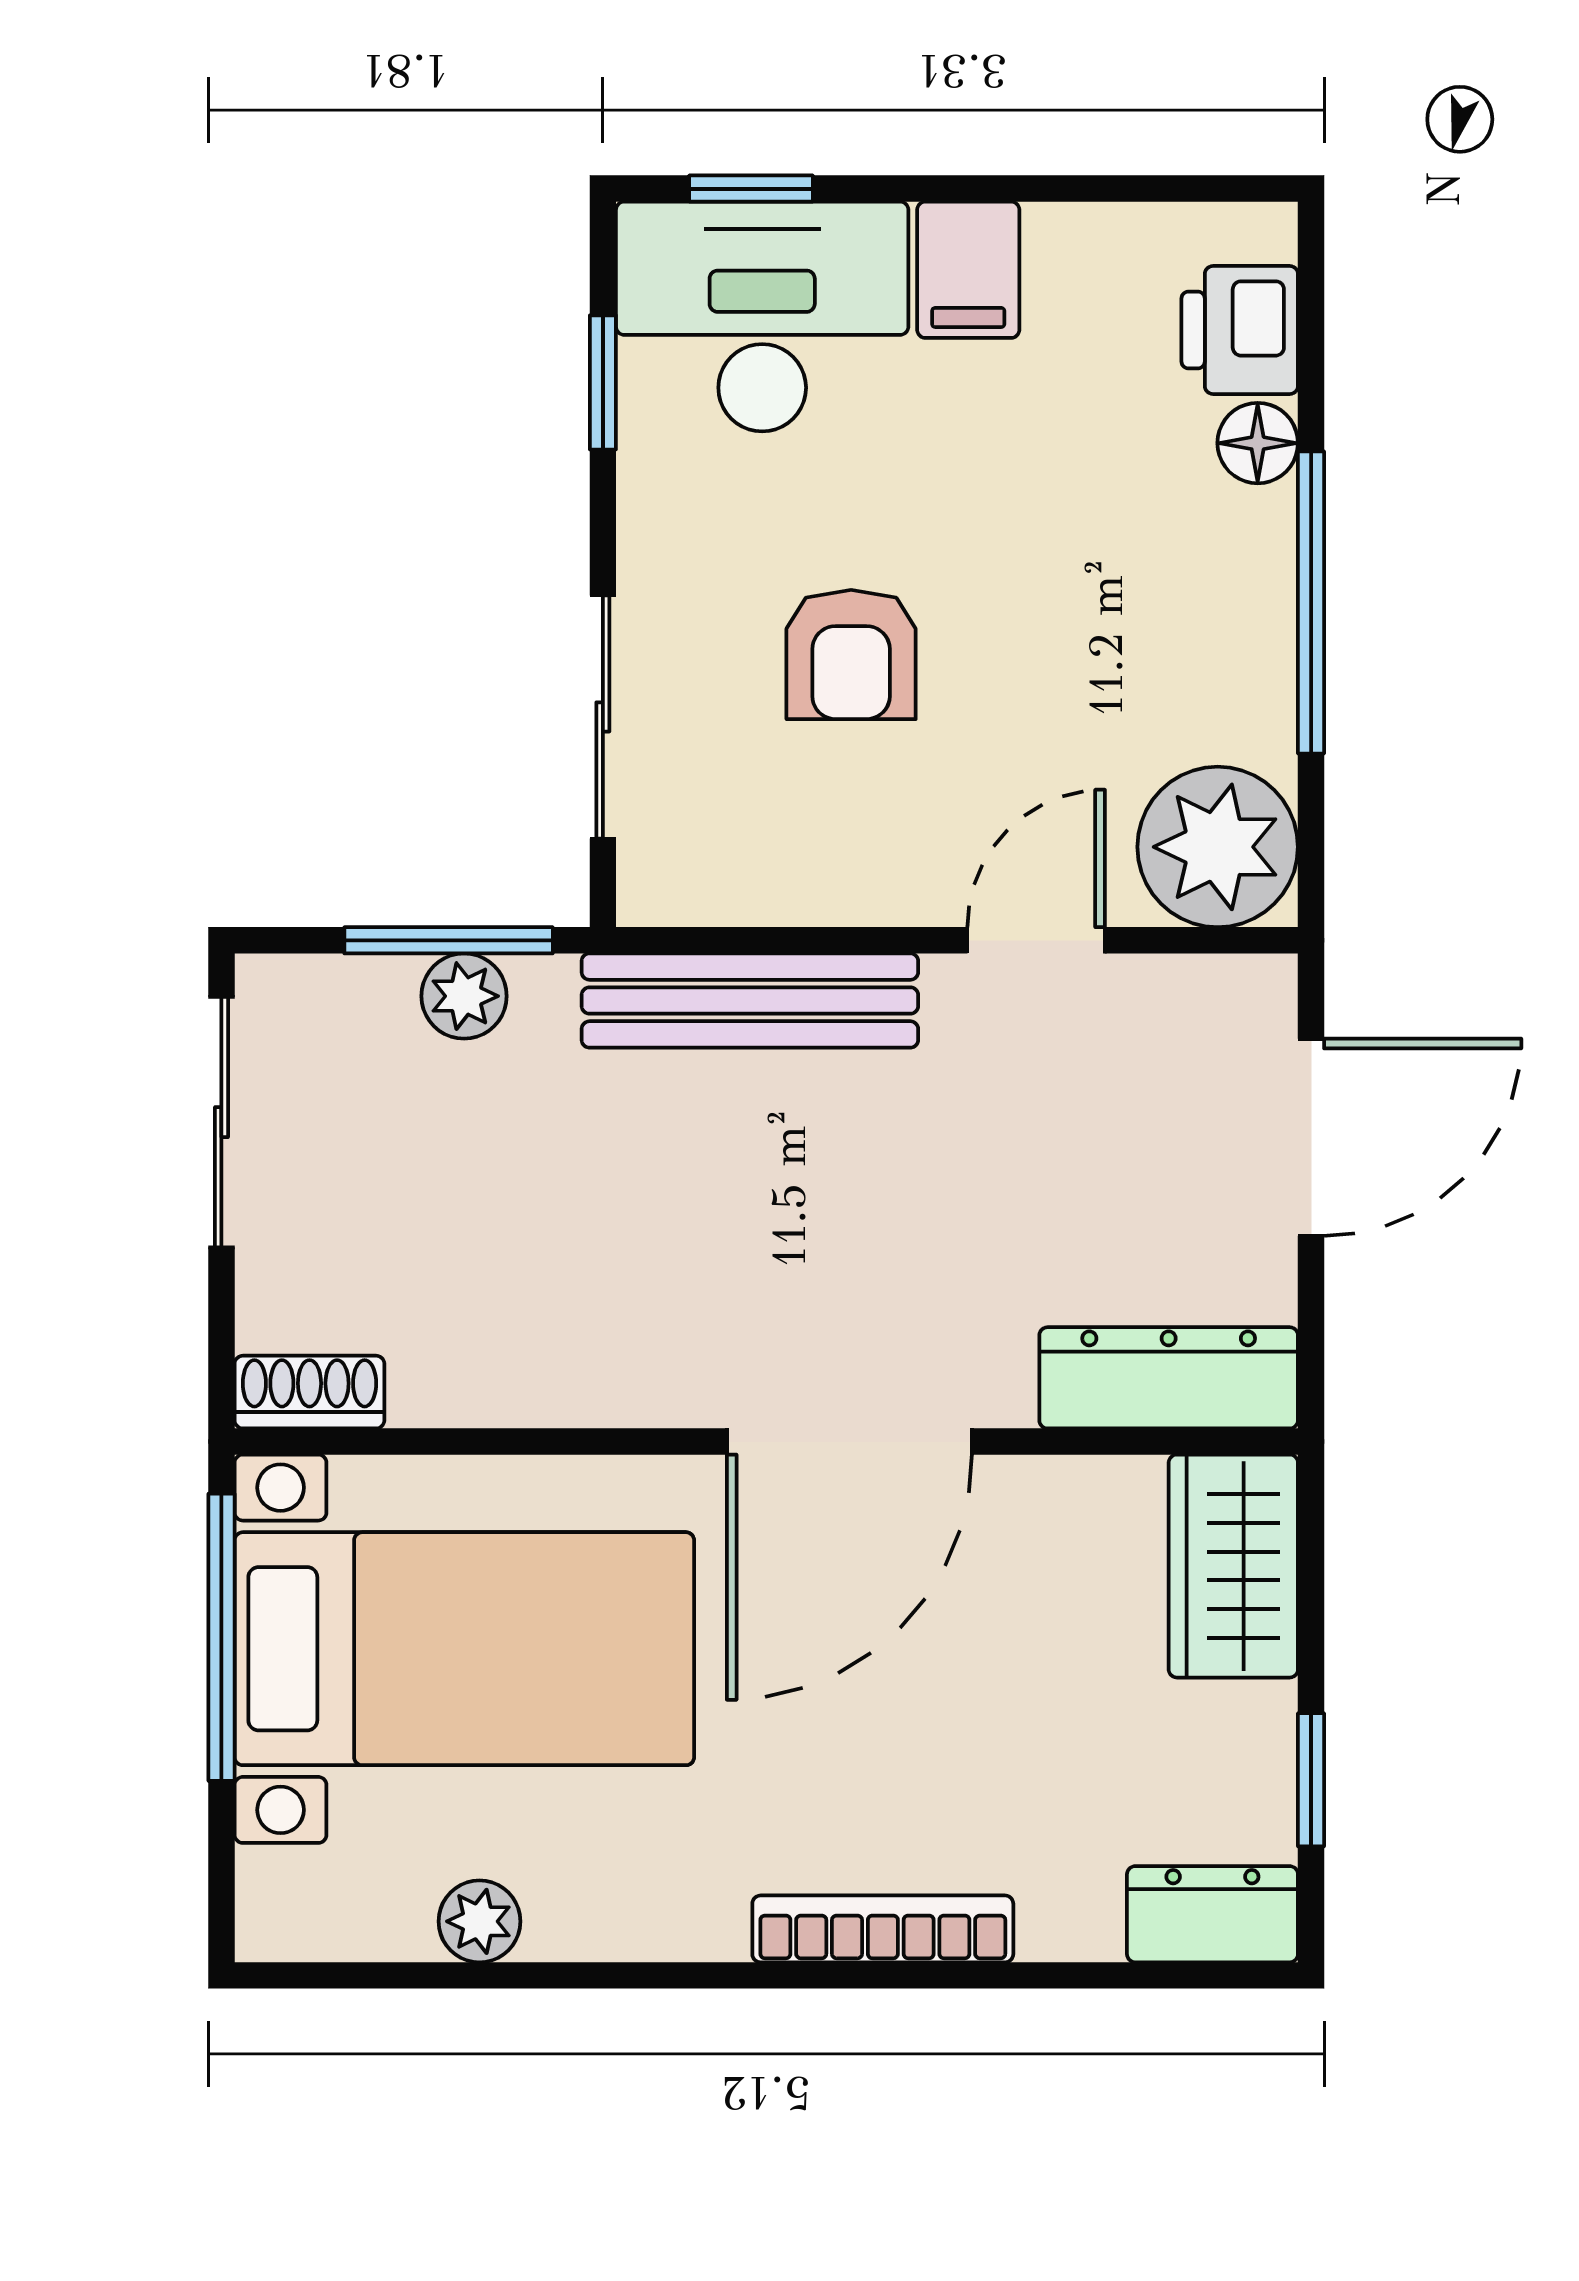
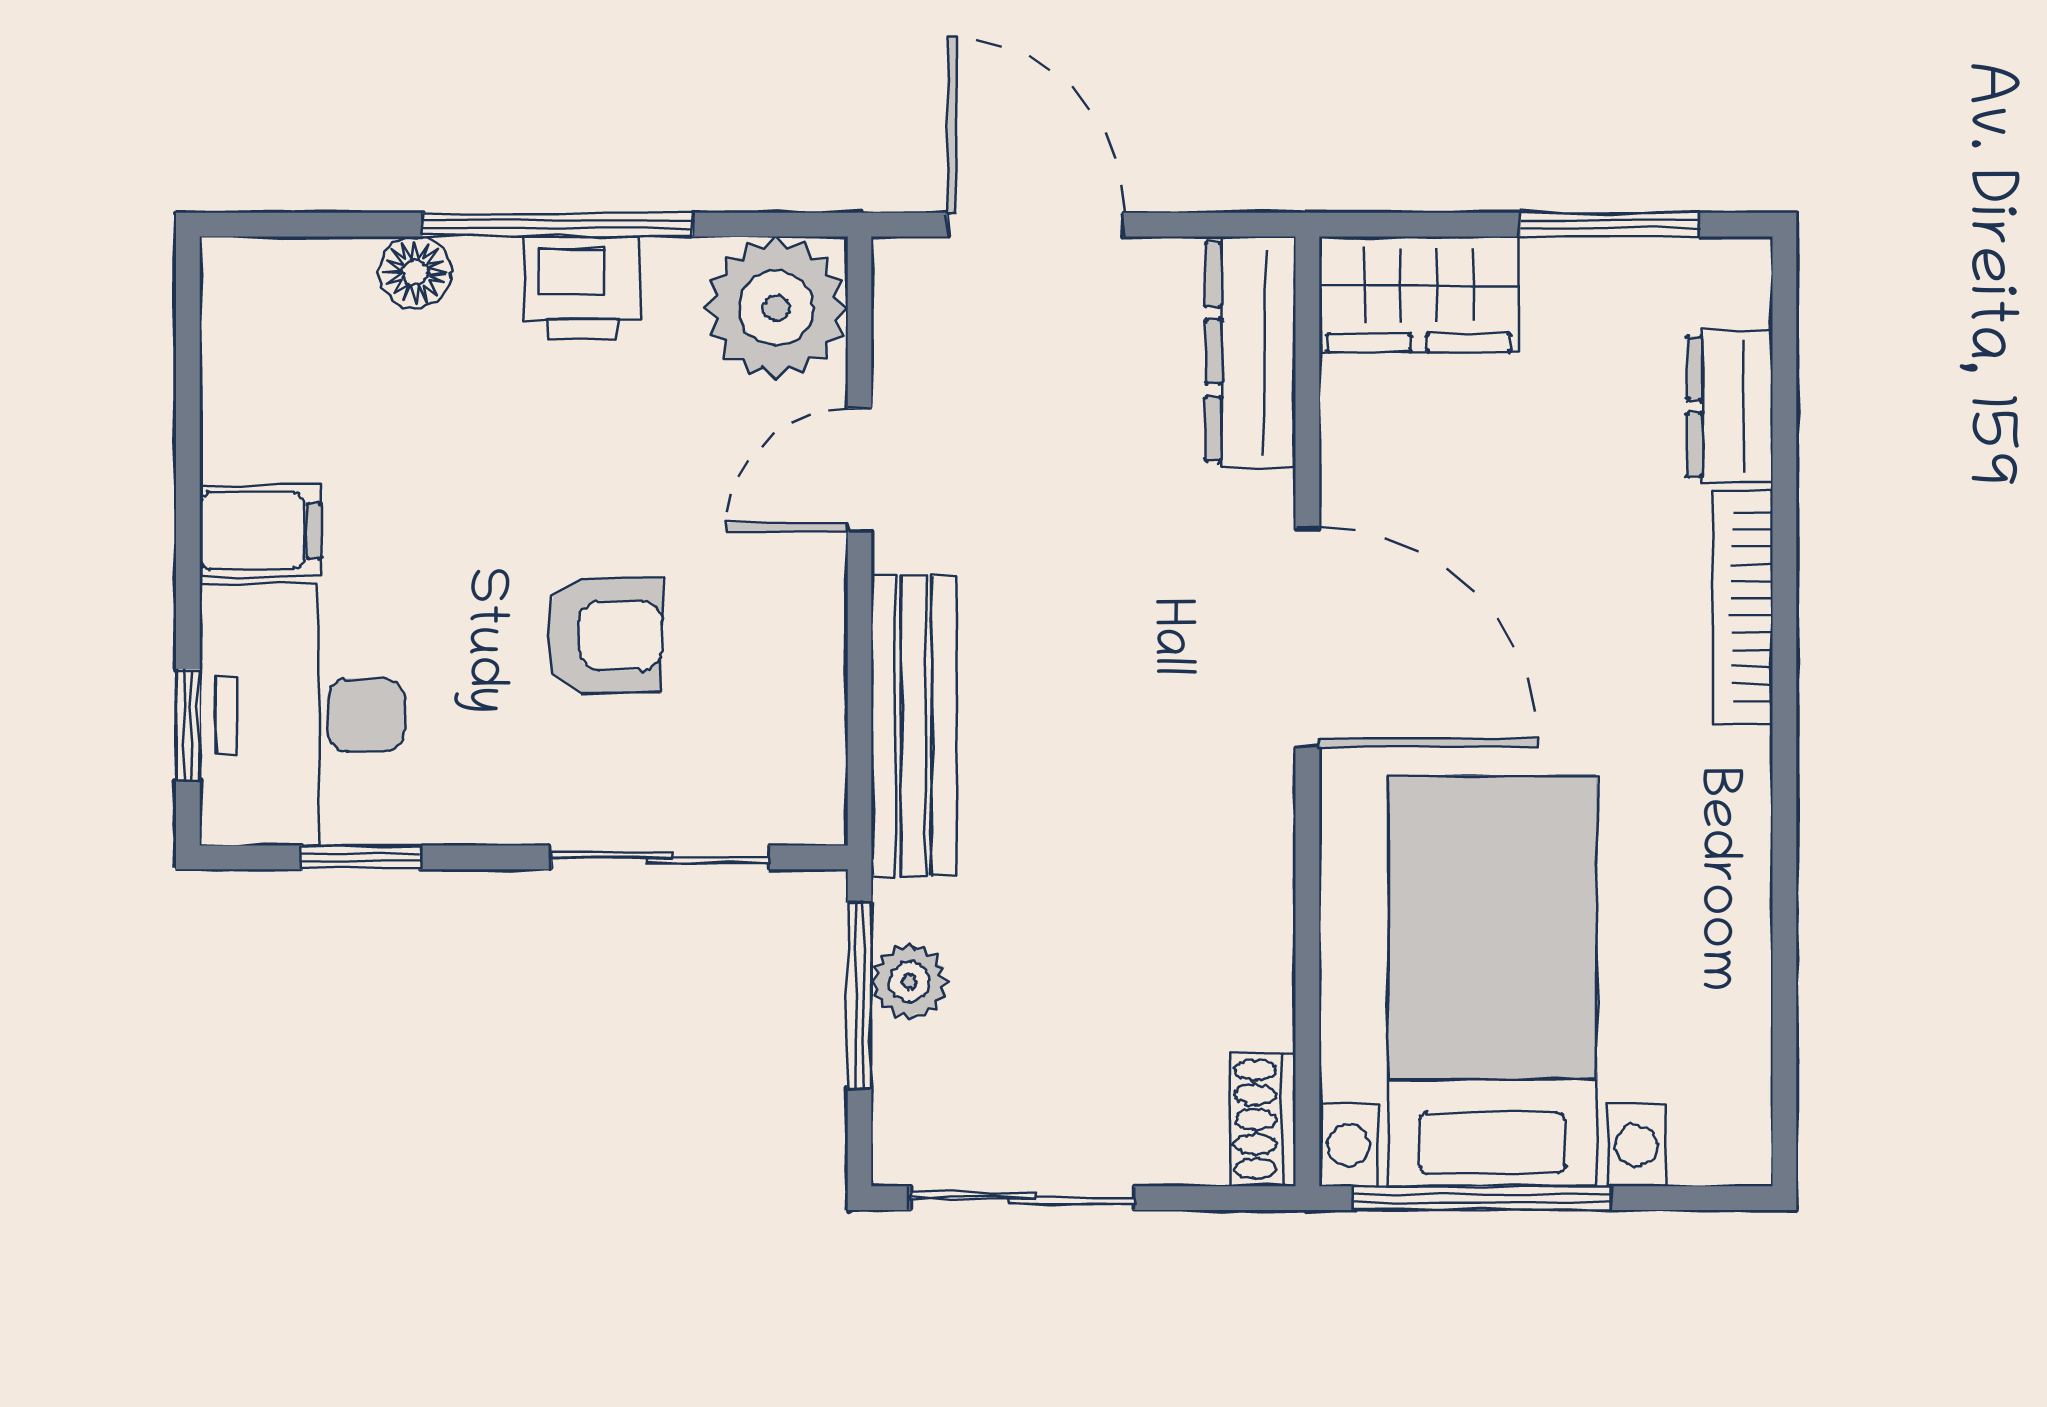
printer: (1240, 330) -> (582, 288), moved
door: (1036, 940) -> (860, 470), hinge flipped
window: (1311, 1780) -> (1610, 225), width x1.50
dresser: (1212, 1914) -> (1730, 406), moved
plant: (479, 1921) -> (1736, 968), removed

